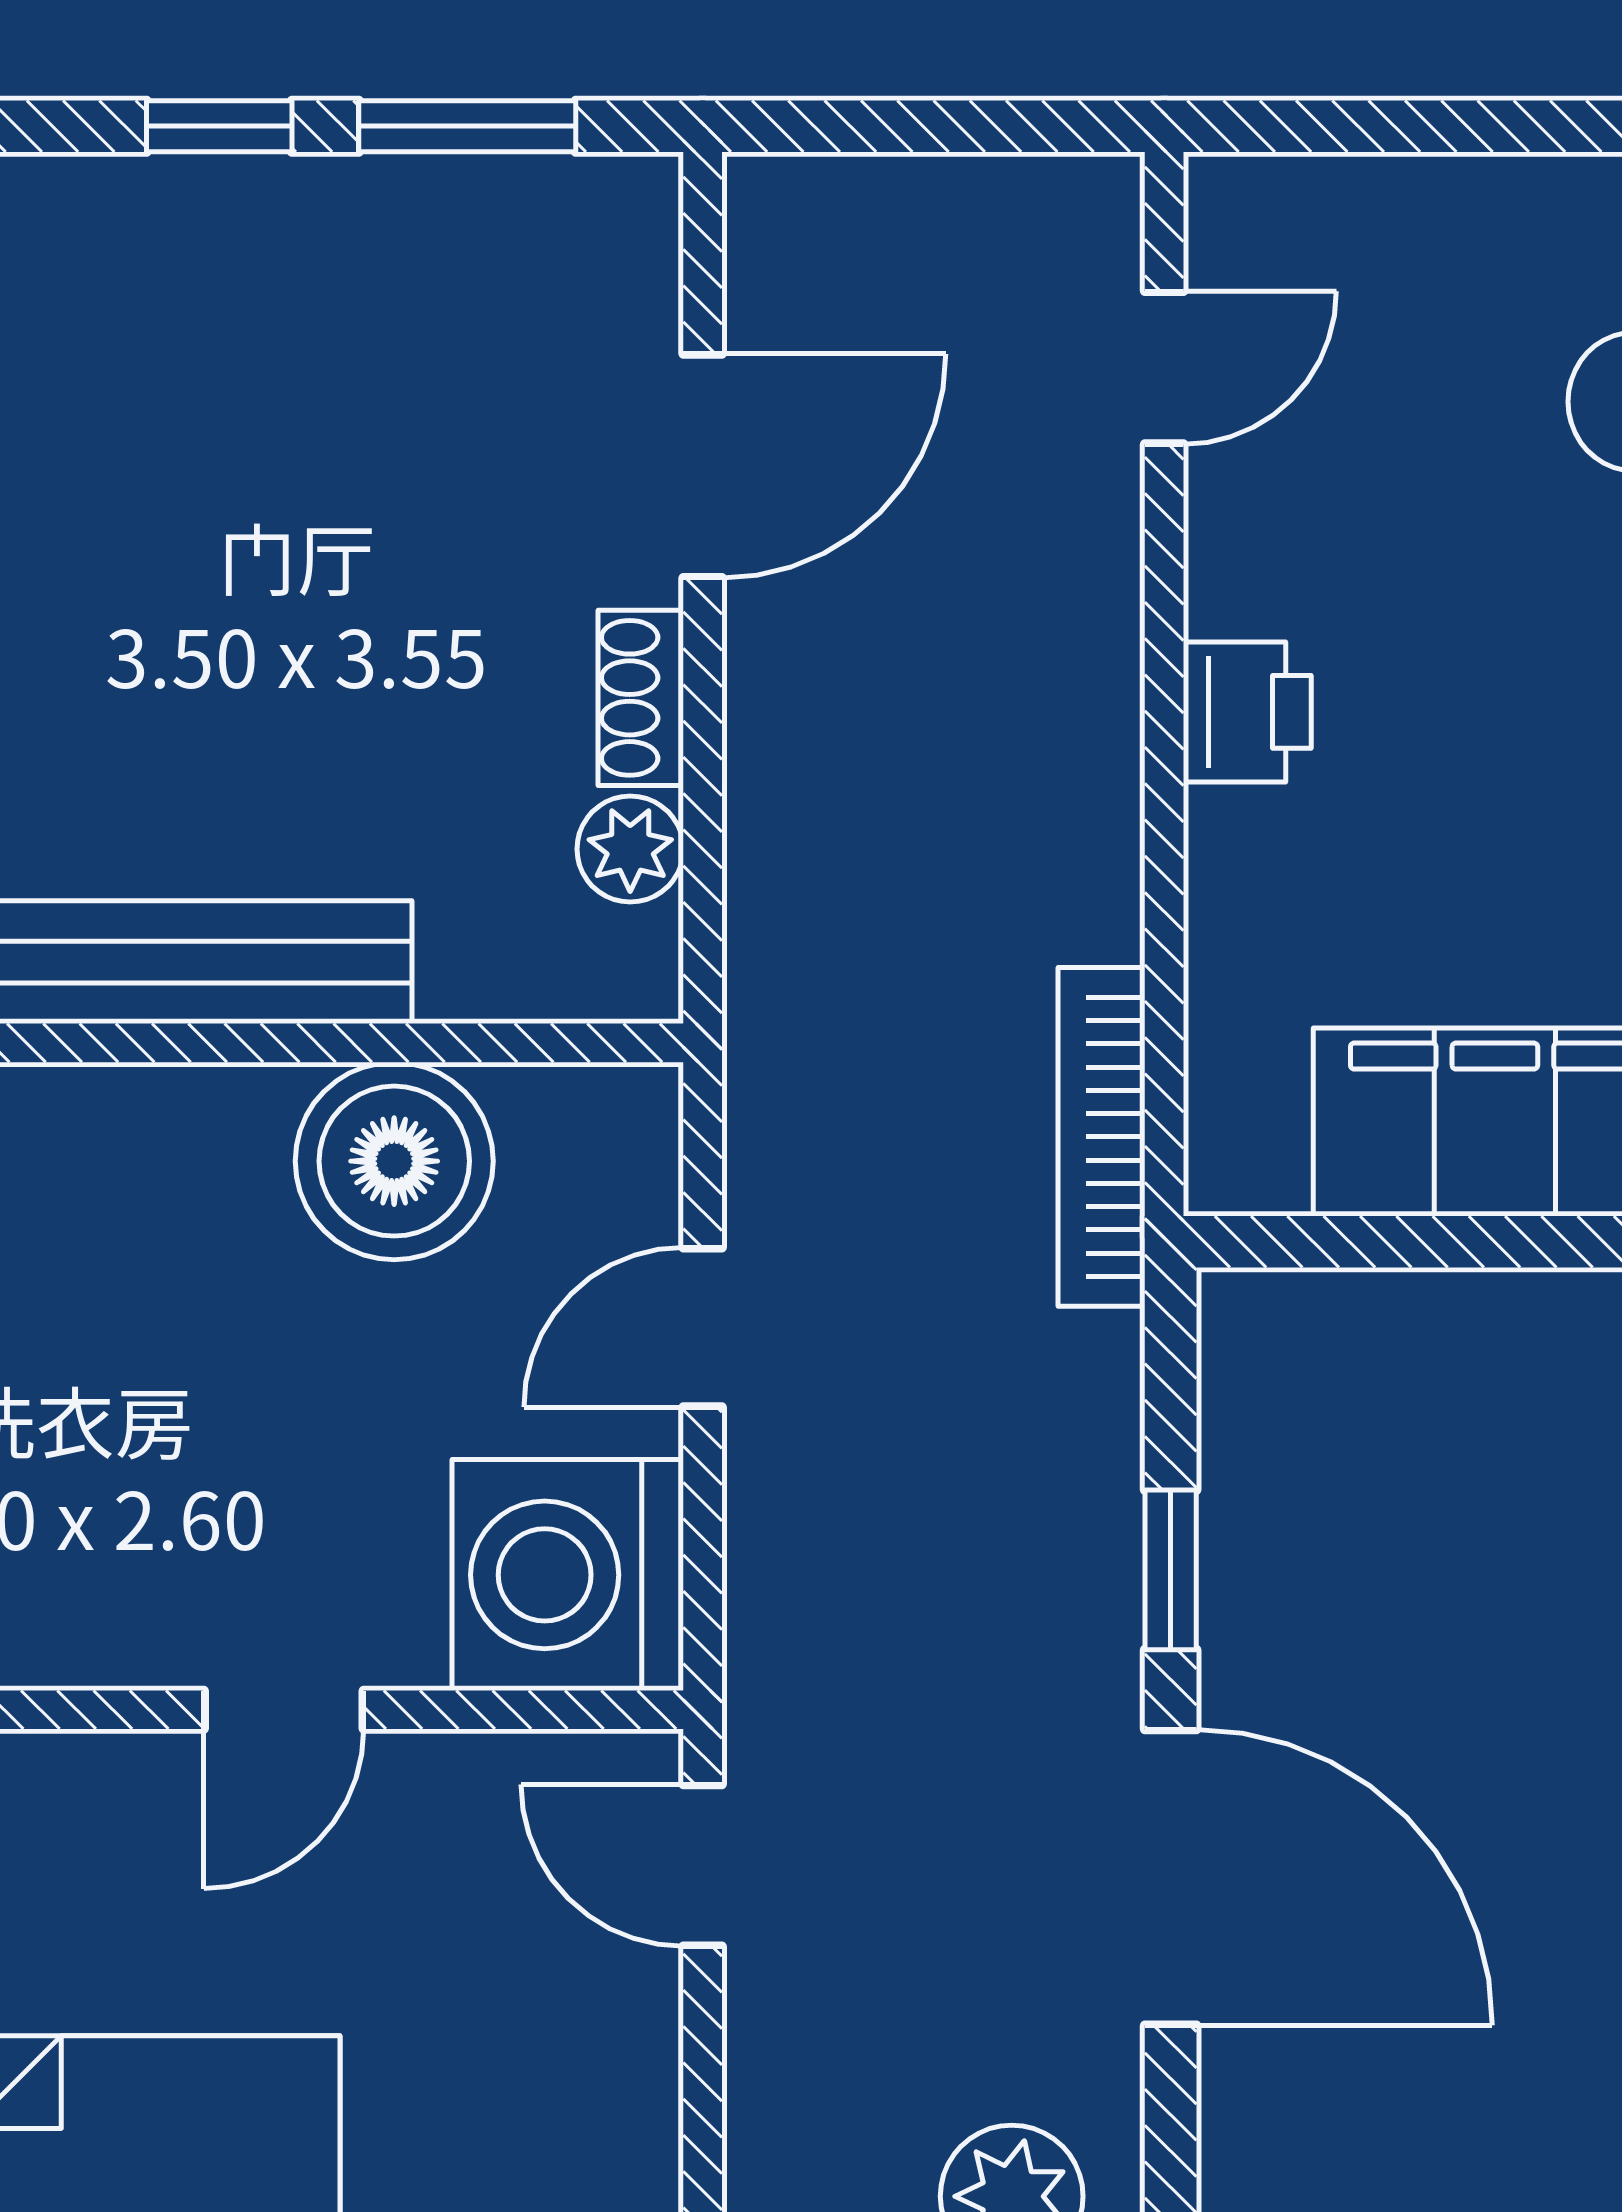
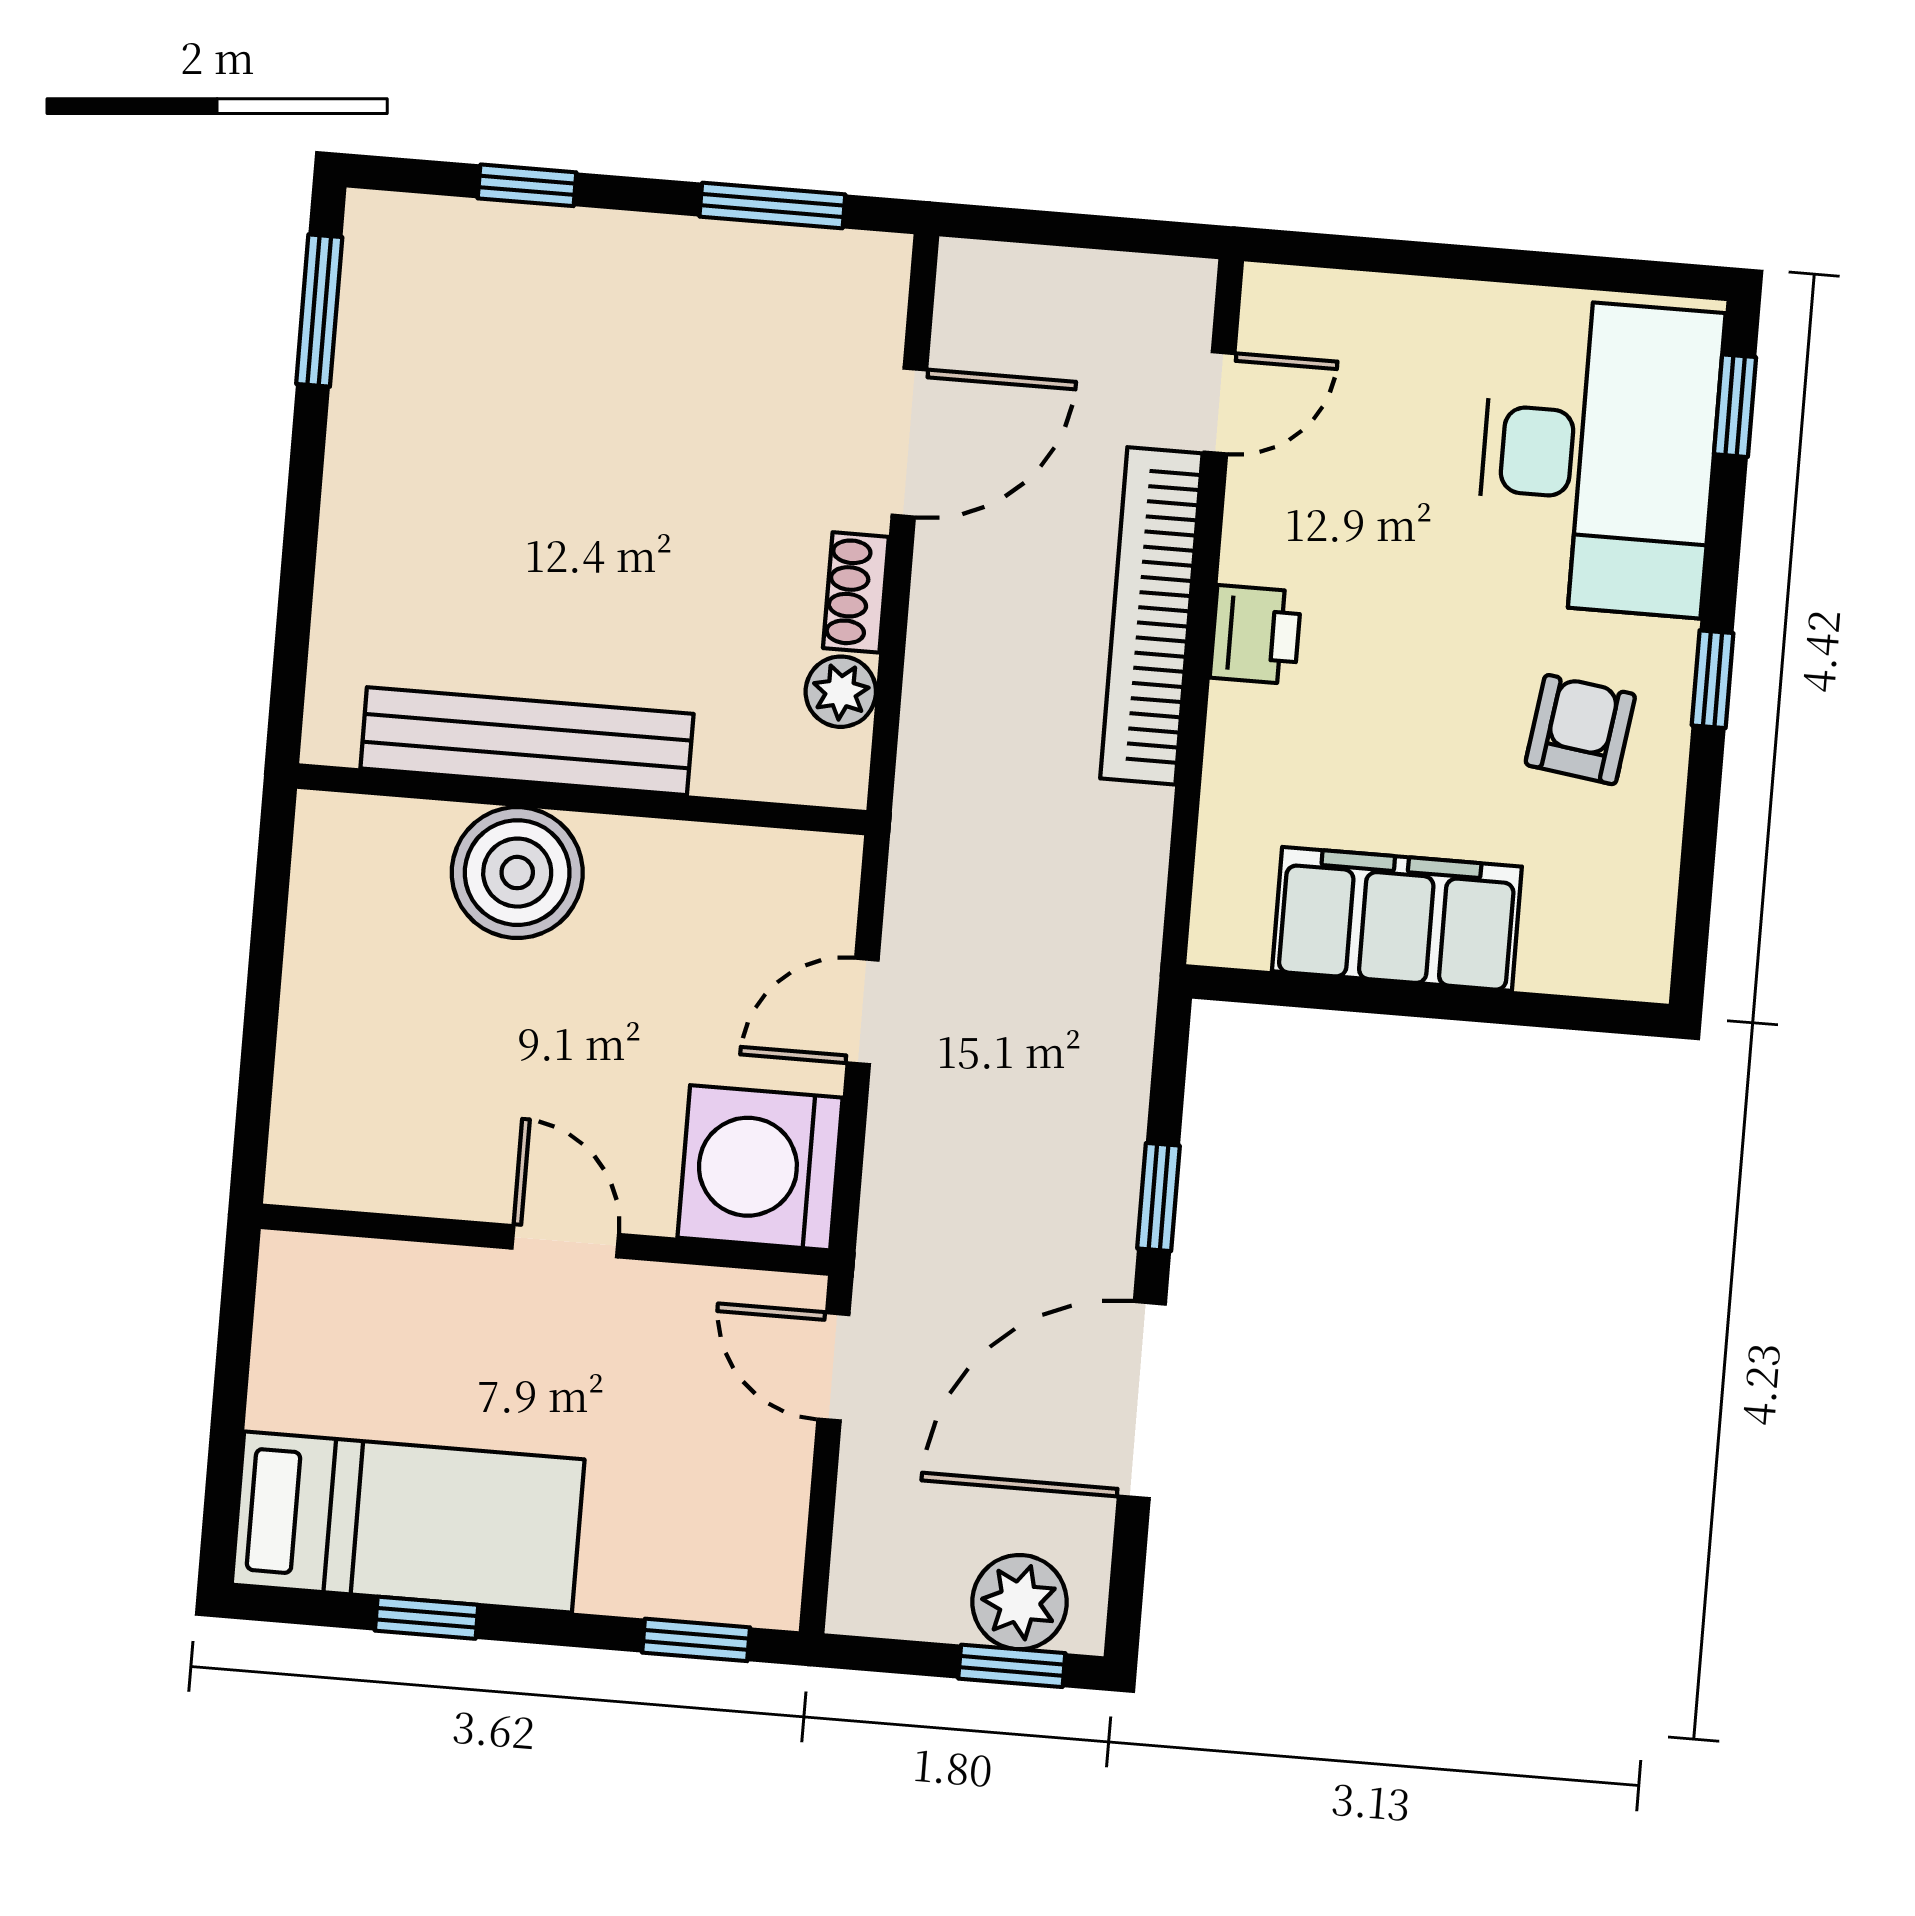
window: (219, 126) -> (527, 185), moved
bookcase: (1102, 1137) -> (1151, 616), moved, width x1.48, depth x1.31
boiler: (394, 1161) -> (517, 873), moved
door: (284, 1710) -> (565, 1241), swing flipped
door: (1171, 1877) -> (1142, 1400), swing flipped

